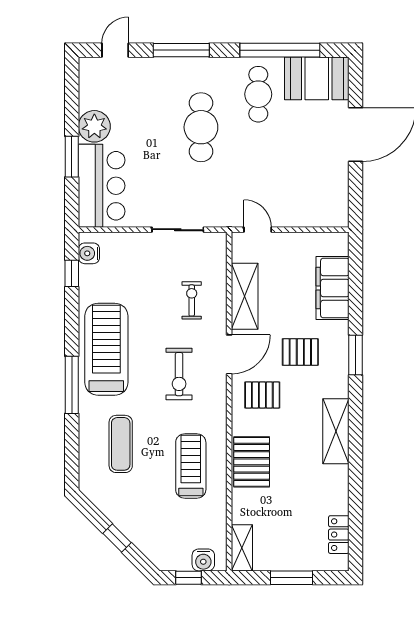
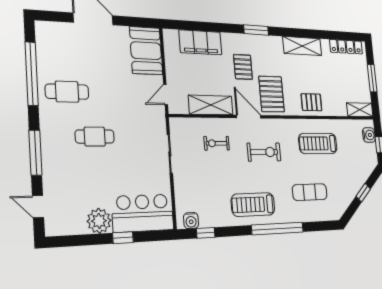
booth: (317, 78) -> (146, 51), moved
cafe table: (201, 127) -> (95, 137), width x0.73, depth x0.74
window: (72, 157) -> (123, 238), width x0.67
treadmill: (106, 349) -> (253, 205), width x0.73, depth x0.73
window: (356, 355) -> (256, 30), moved
window: (72, 385) -> (278, 229), width x1.46
pallet: (262, 395) -> (272, 94), width x1.50, depth x1.42
shelving: (336, 431) -> (302, 46), moved
pallet: (252, 462) -> (311, 102), width x0.67, depth x0.71
locker: (339, 535) -> (346, 47), width x1.53

